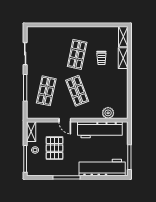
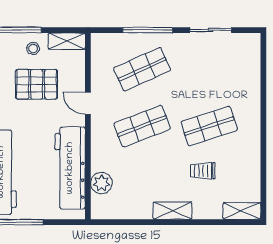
shop shelf: (77, 54) -> (209, 126), turned -30
shelving: (123, 58) -> (172, 211), moved
shop shelf: (46, 91) -> (142, 69), turned -36
door: (65, 120) -> (88, 103), hinge flipped

